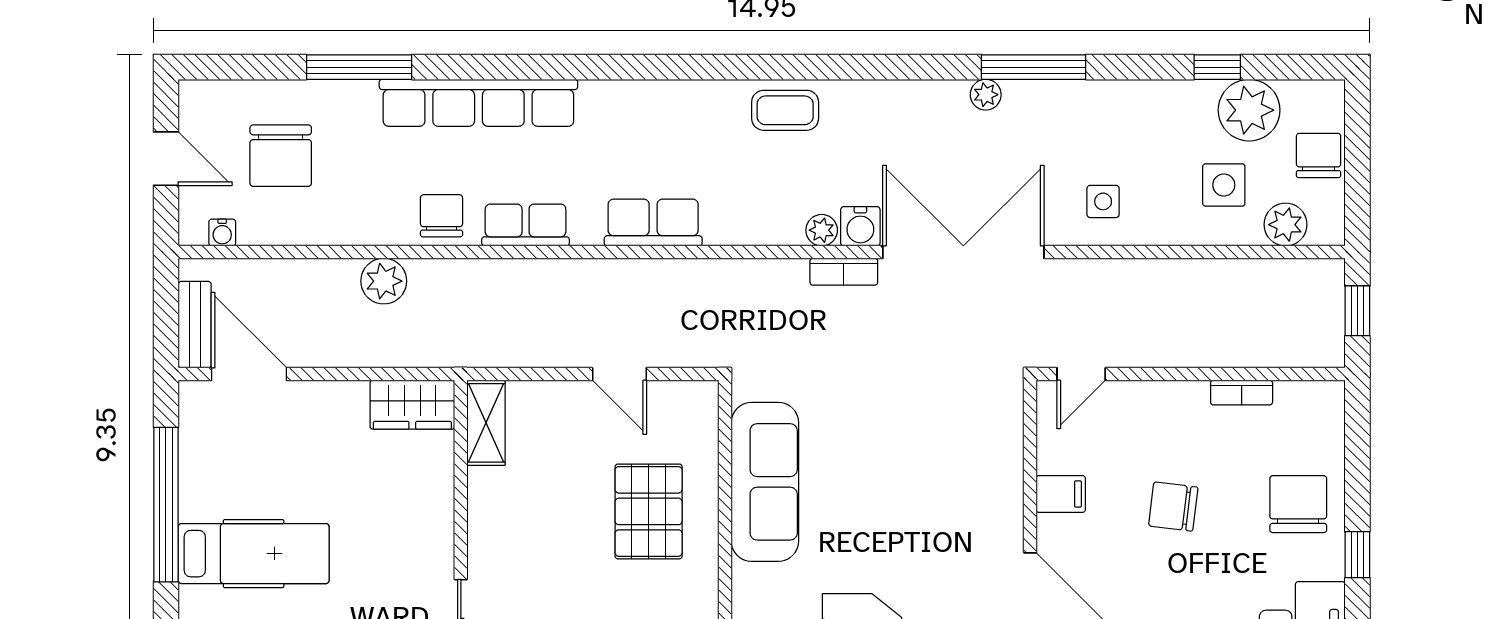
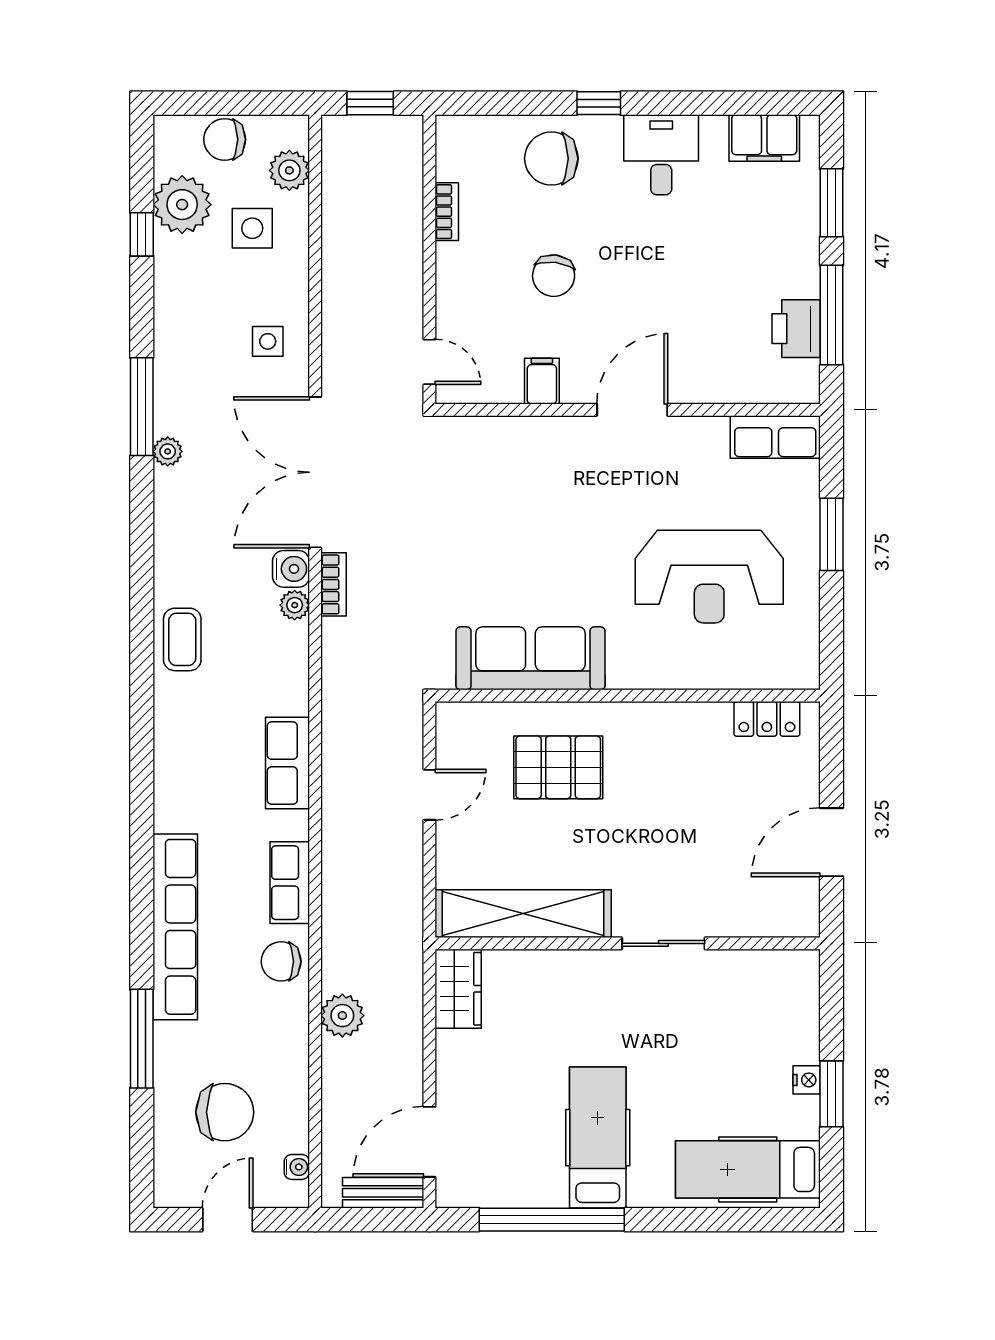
shelving: (486, 423) -> (523, 914), width x2.20, depth x1.33

